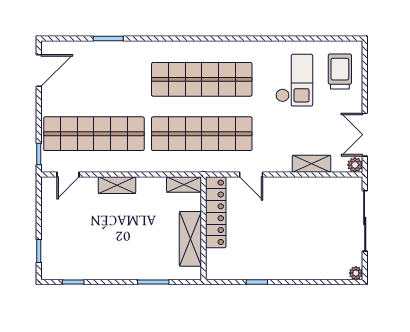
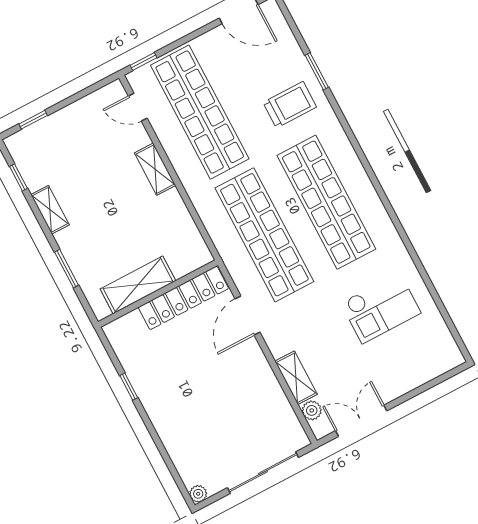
trolley: (340, 72) -> (290, 105), moved
plant: (355, 165) -> (312, 410), moved
door: (251, 175) -> (248, 315), width x1.37
shelving: (184, 185) -> (50, 210), moved

